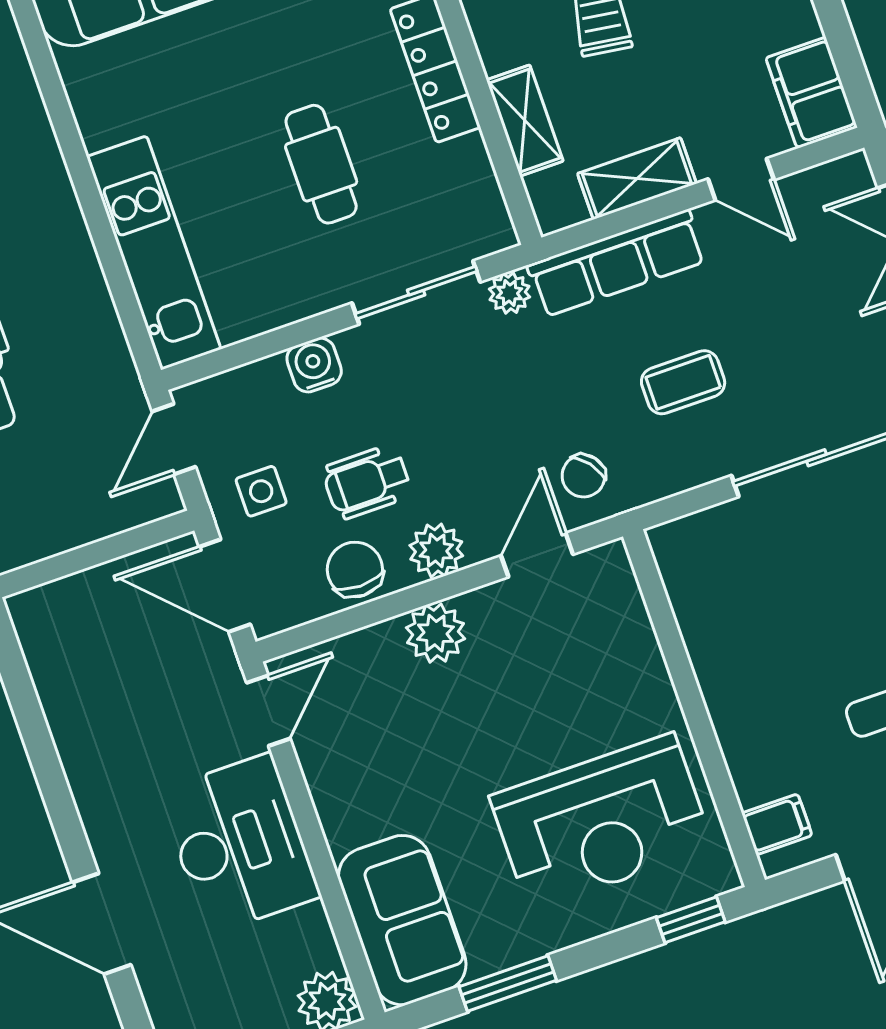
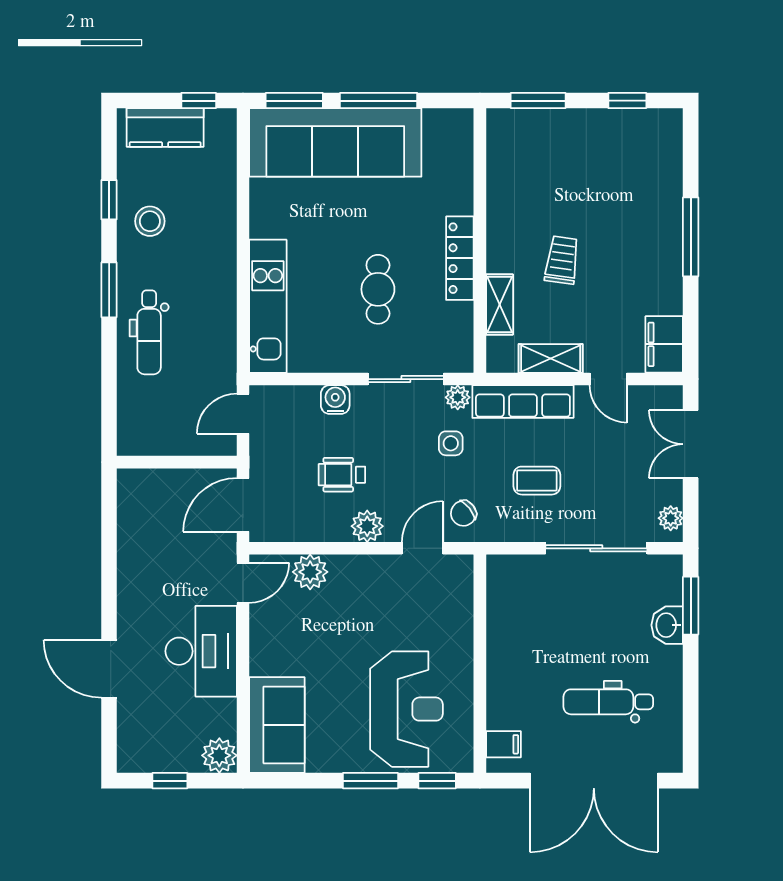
side table: (261, 491) -> (451, 443), moved
chair: (355, 569) -> (318, 521), removed
door: (225, 586) -> (243, 505), hinge flipped
plant: (435, 633) -> (310, 572), moved
reception desk: (601, 822) -> (406, 709), turned -90
window: (508, 984) -> (370, 781), moved

